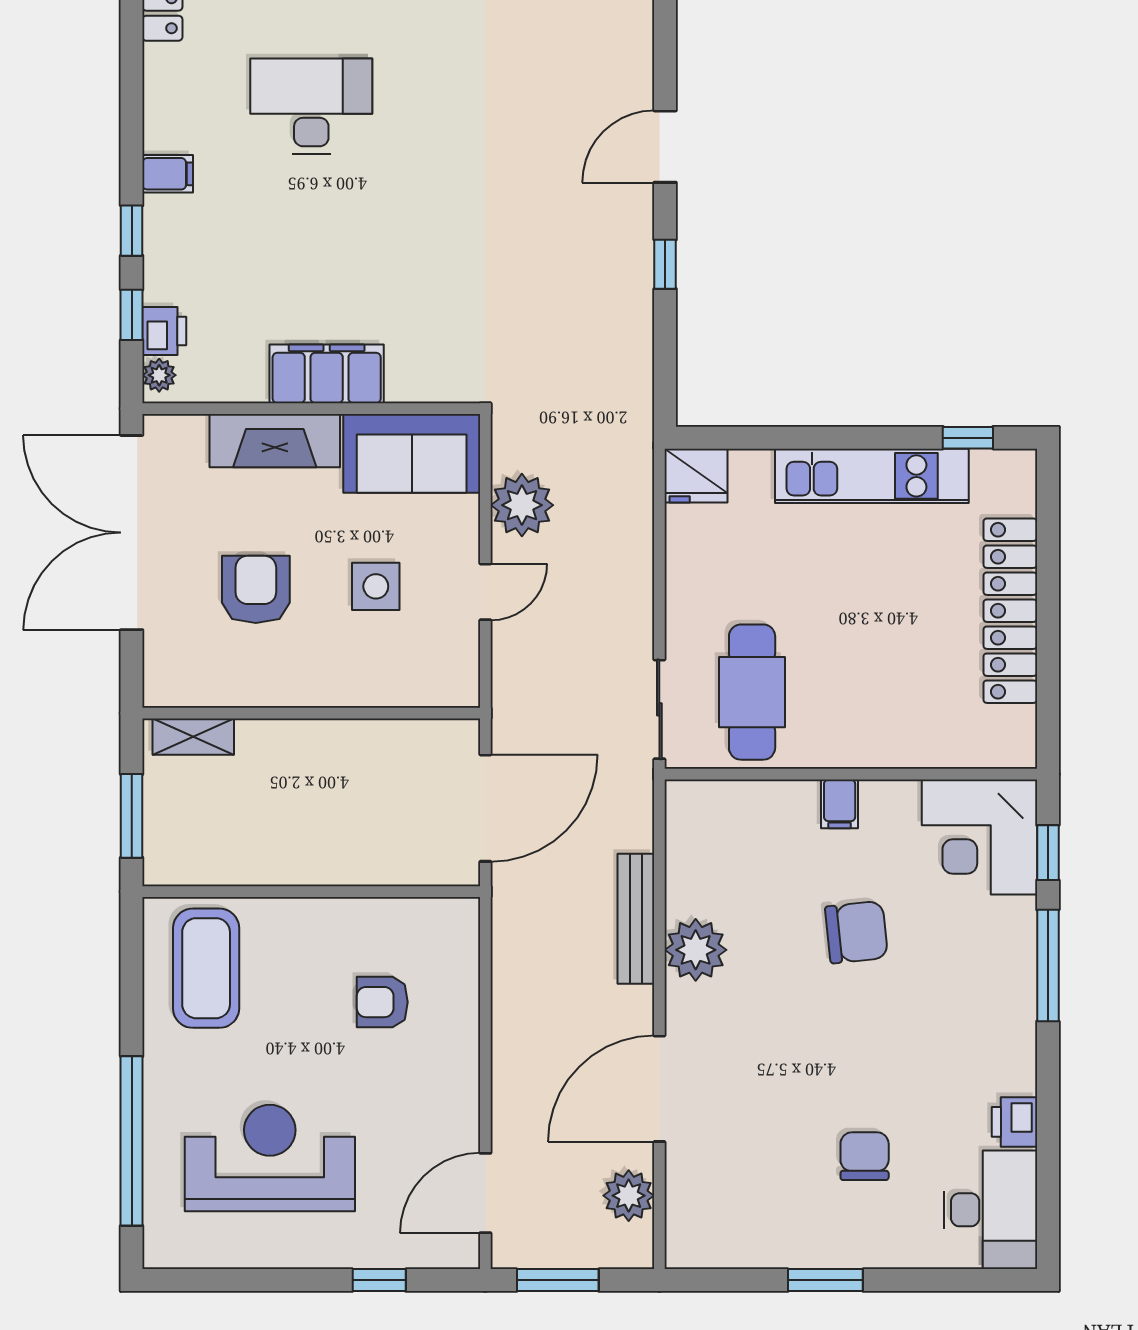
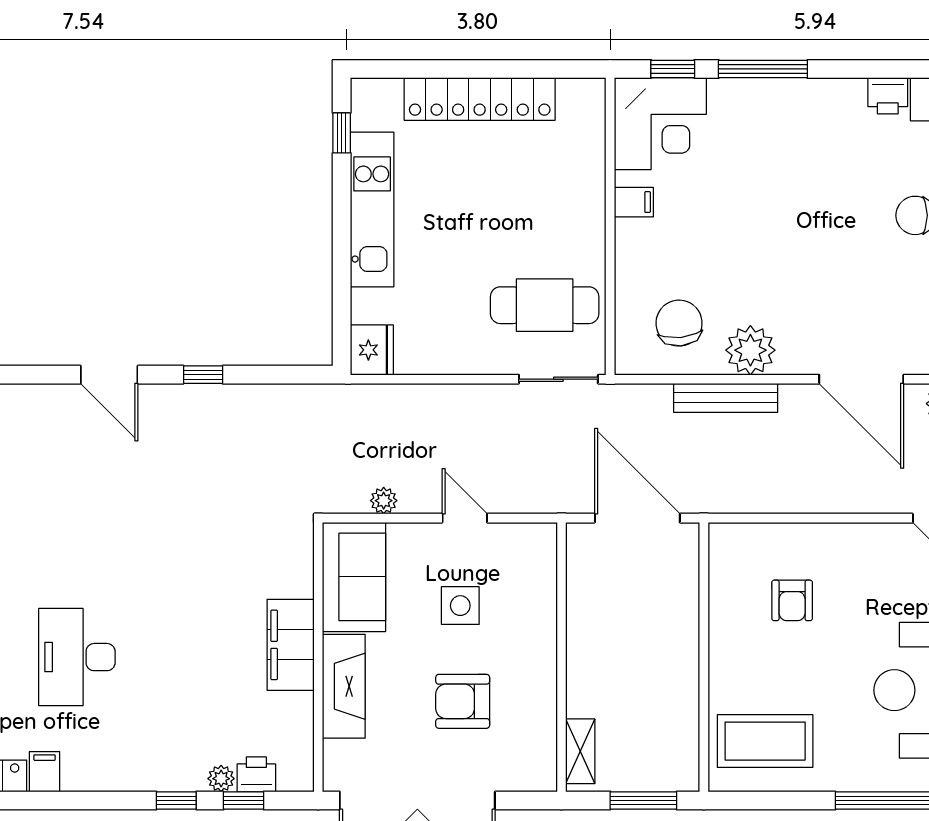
filing cabinet: (168, 174) -> (45, 772), moved
plant: (159, 375) -> (221, 779), moved
plant: (522, 505) -> (384, 501), width x0.53, depth x0.53
filing cabinet: (840, 804) -> (634, 202), moved
chair: (856, 932) -> (679, 323), moved

